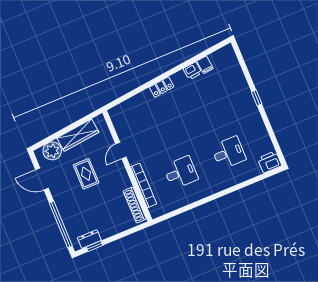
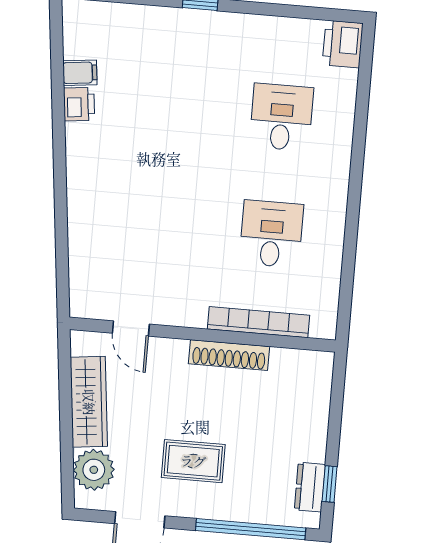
locker: (162, 87) -> (79, 183), removed
door: (121, 151) -> (131, 329), moved
rug: (86, 174) -> (193, 461), moved
shoe rack: (135, 205) -> (229, 355), moved

